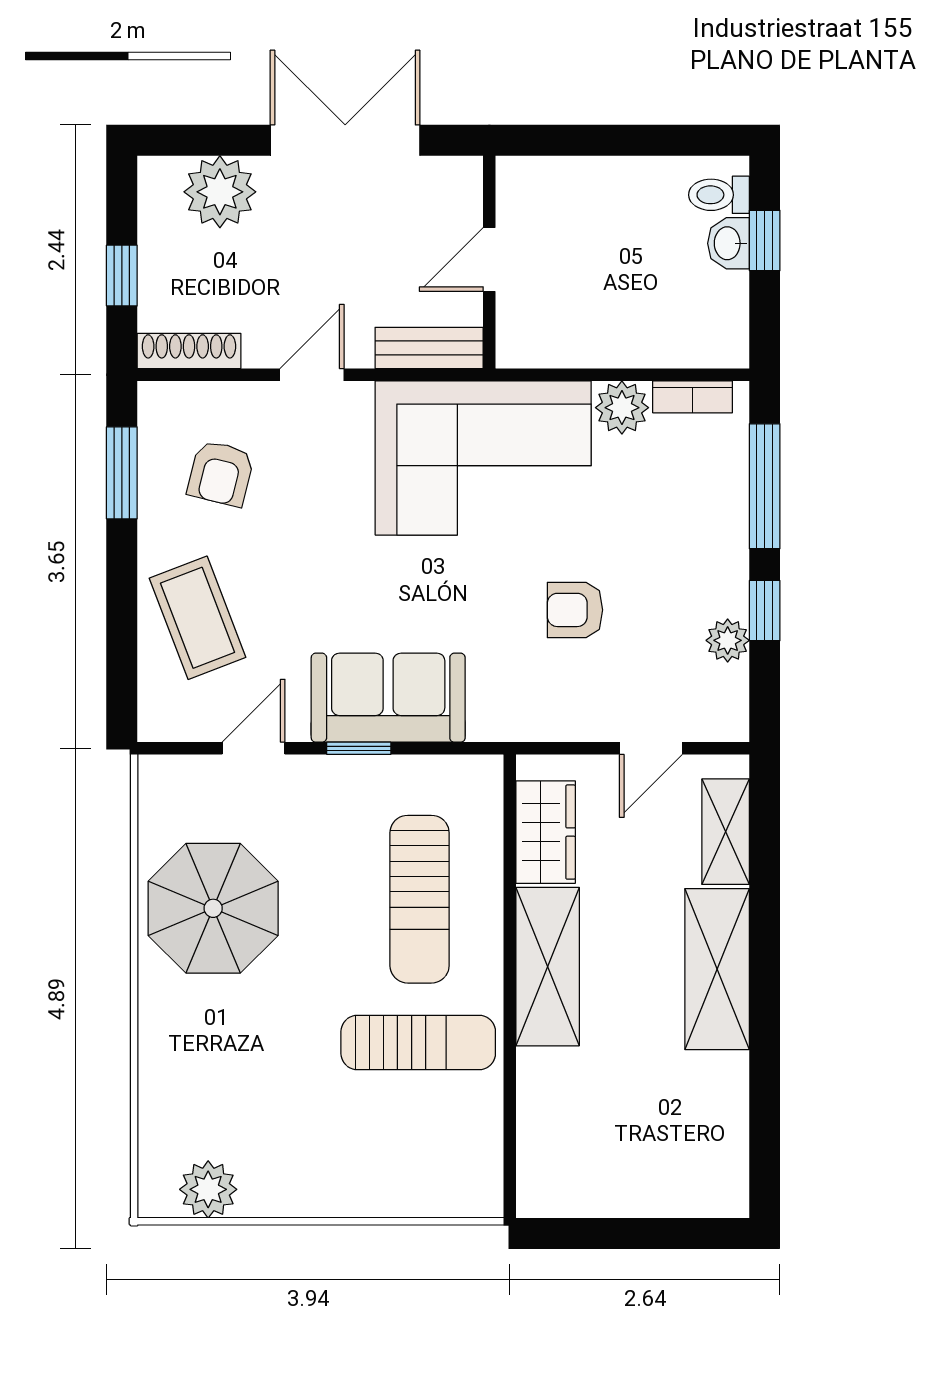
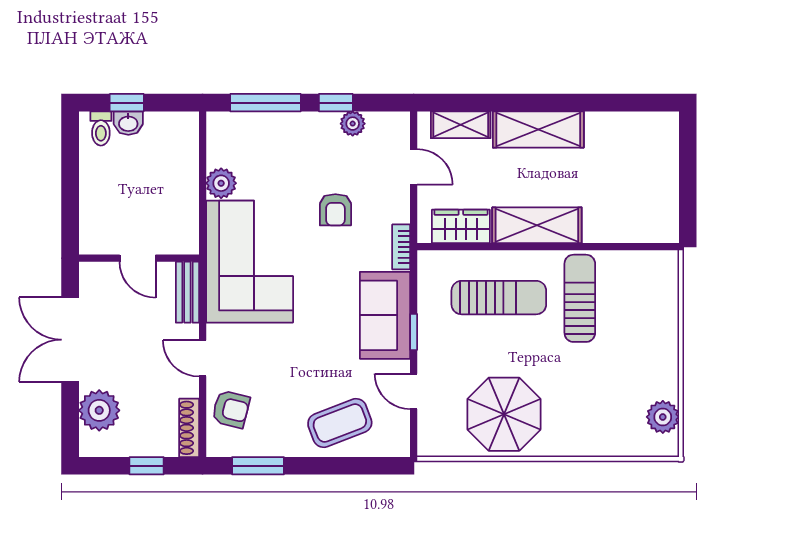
bookcase: (693, 397) -> (401, 247), moved, turned 180
armchair: (221, 473) -> (231, 409), moved

